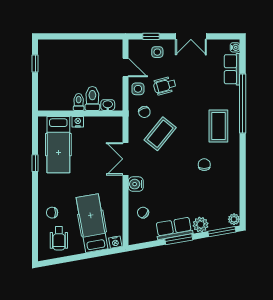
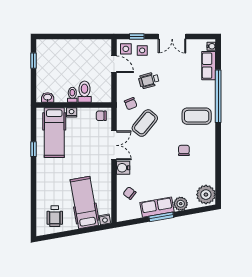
side table: (138, 89) -> (126, 49), moved
washbasin: (108, 105) -> (48, 97), moved
coffee table: (218, 126) -> (197, 116), turned 90
double door: (125, 159) -> (114, 145), swing flipped
chair: (52, 213) -> (101, 116), moved
plant: (234, 219) -> (206, 195), width x1.88, depth x1.88
window: (222, 232) -> (200, 210), removed

